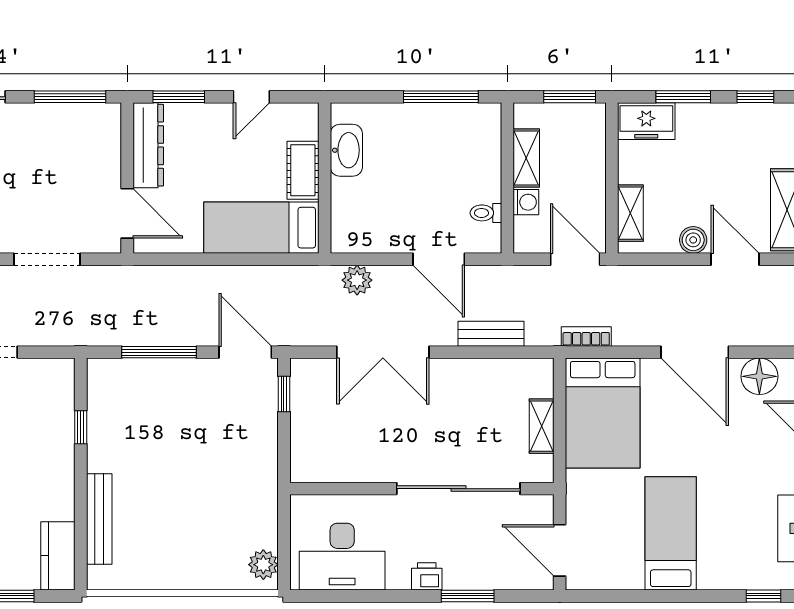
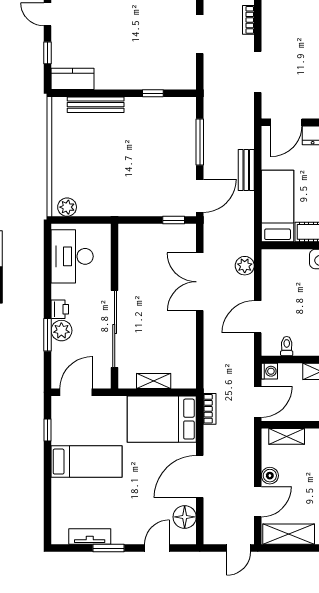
washing machine: (526, 202) -> (269, 371), moved, turned -90
bench: (491, 334) -> (246, 170), moved
plant: (461, 574) -> (61, 331), added
window: (764, 596) -> (48, 430), moved

